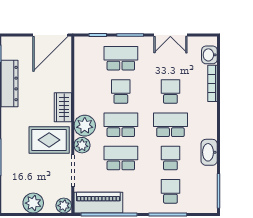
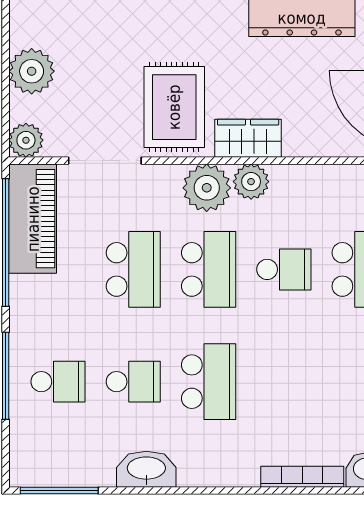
school desk: (170, 92) -> (284, 382), removed
plant: (82, 145) -> (251, 182), moved

